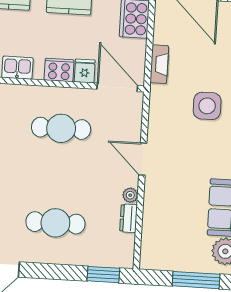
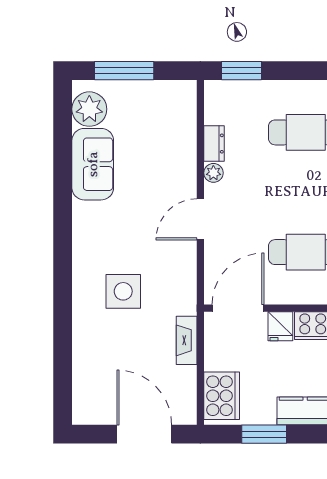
door: (117, 87) -> (238, 308), swing flipped
door: (143, 159) -> (200, 219), swing flipped

